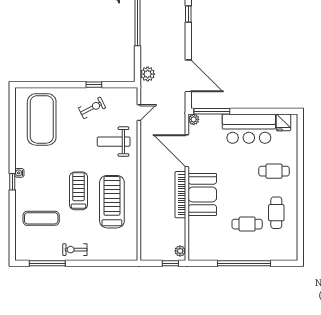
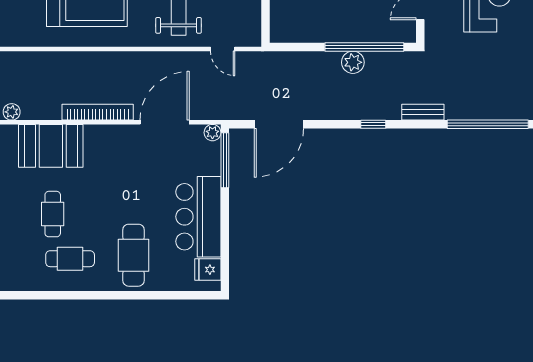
plant: (148, 74) -> (353, 62), moved
cafe table: (274, 171) -> (133, 255), width x1.37, depth x1.35
booth: (202, 194) -> (51, 146), moved

